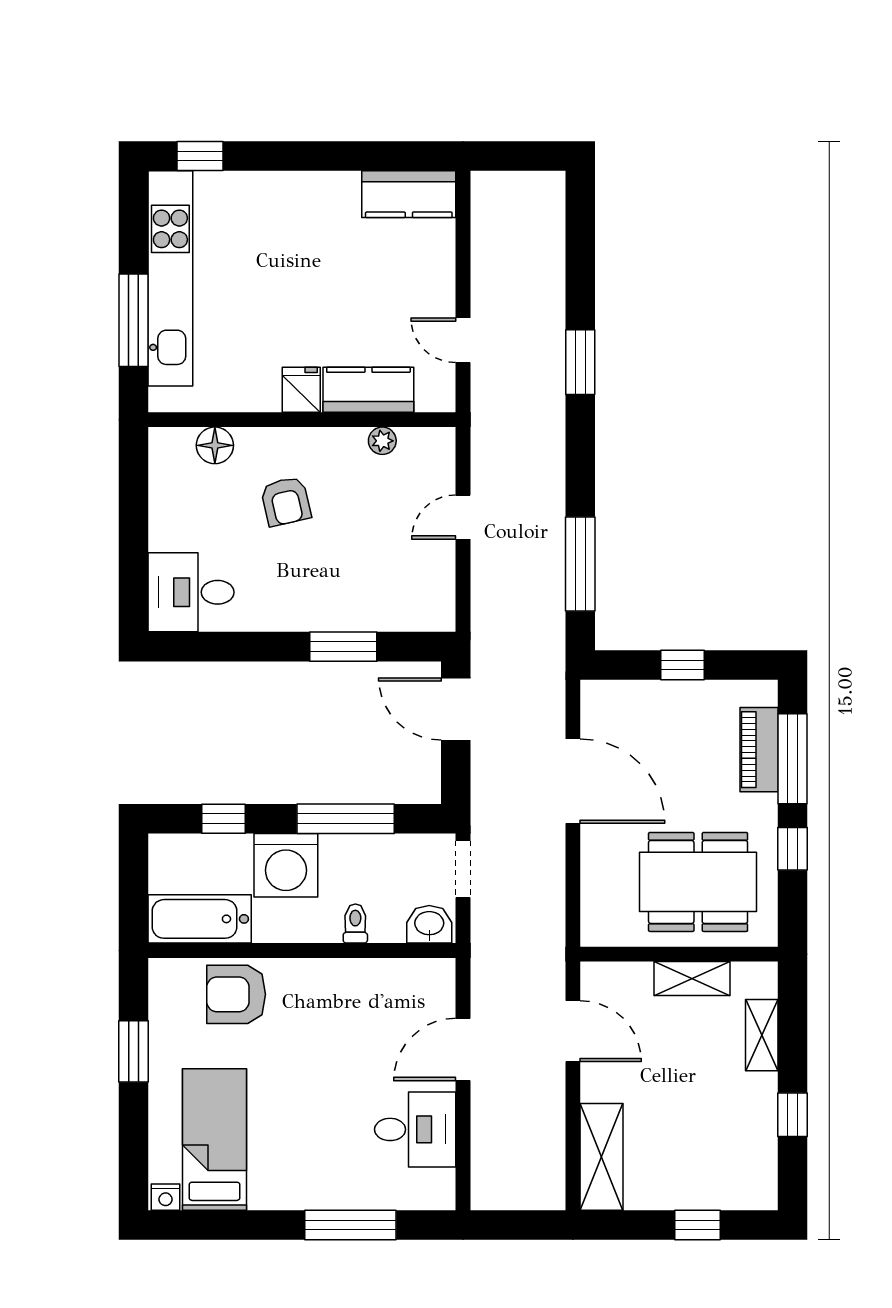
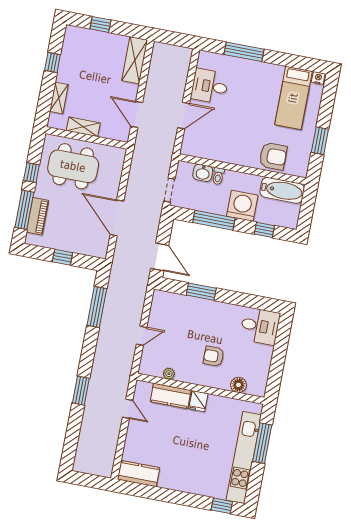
armchair: (286, 501) -> (214, 356), turned -77
washbasin: (429, 924) -> (203, 173), moved

